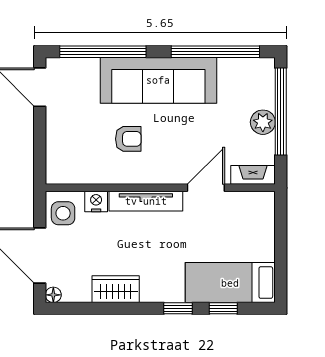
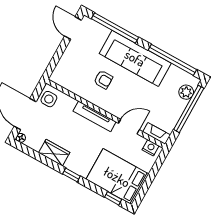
plant: (263, 122) -> (186, 92), moved
nightstand: (96, 201) -> (151, 148), moved
bed: (230, 283) -> (117, 177), width x1.50
window: (178, 308) -> (71, 175), moved
window: (223, 308) -> (113, 198), moved

